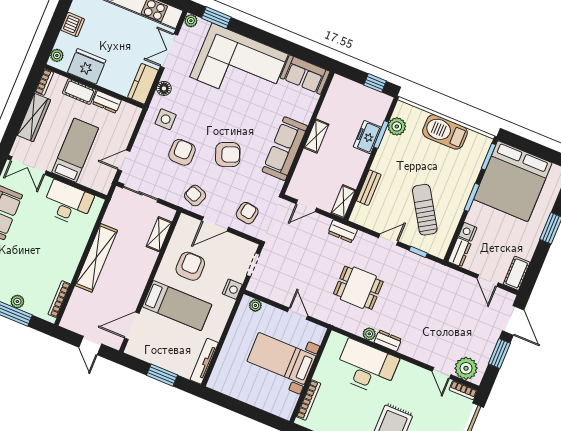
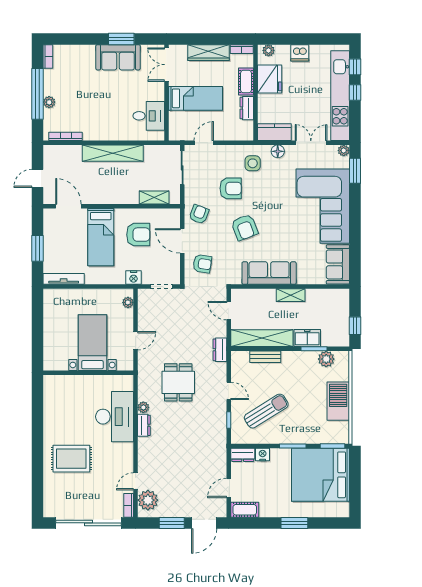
door: (124, 160) -> (204, 143), hinge flipped
shelving: (343, 202) -> (262, 338), width x2.20, depth x1.33
desk: (68, 203) -> (149, 116), width x0.73
bookcase: (309, 400) -> (67, 379), removed

